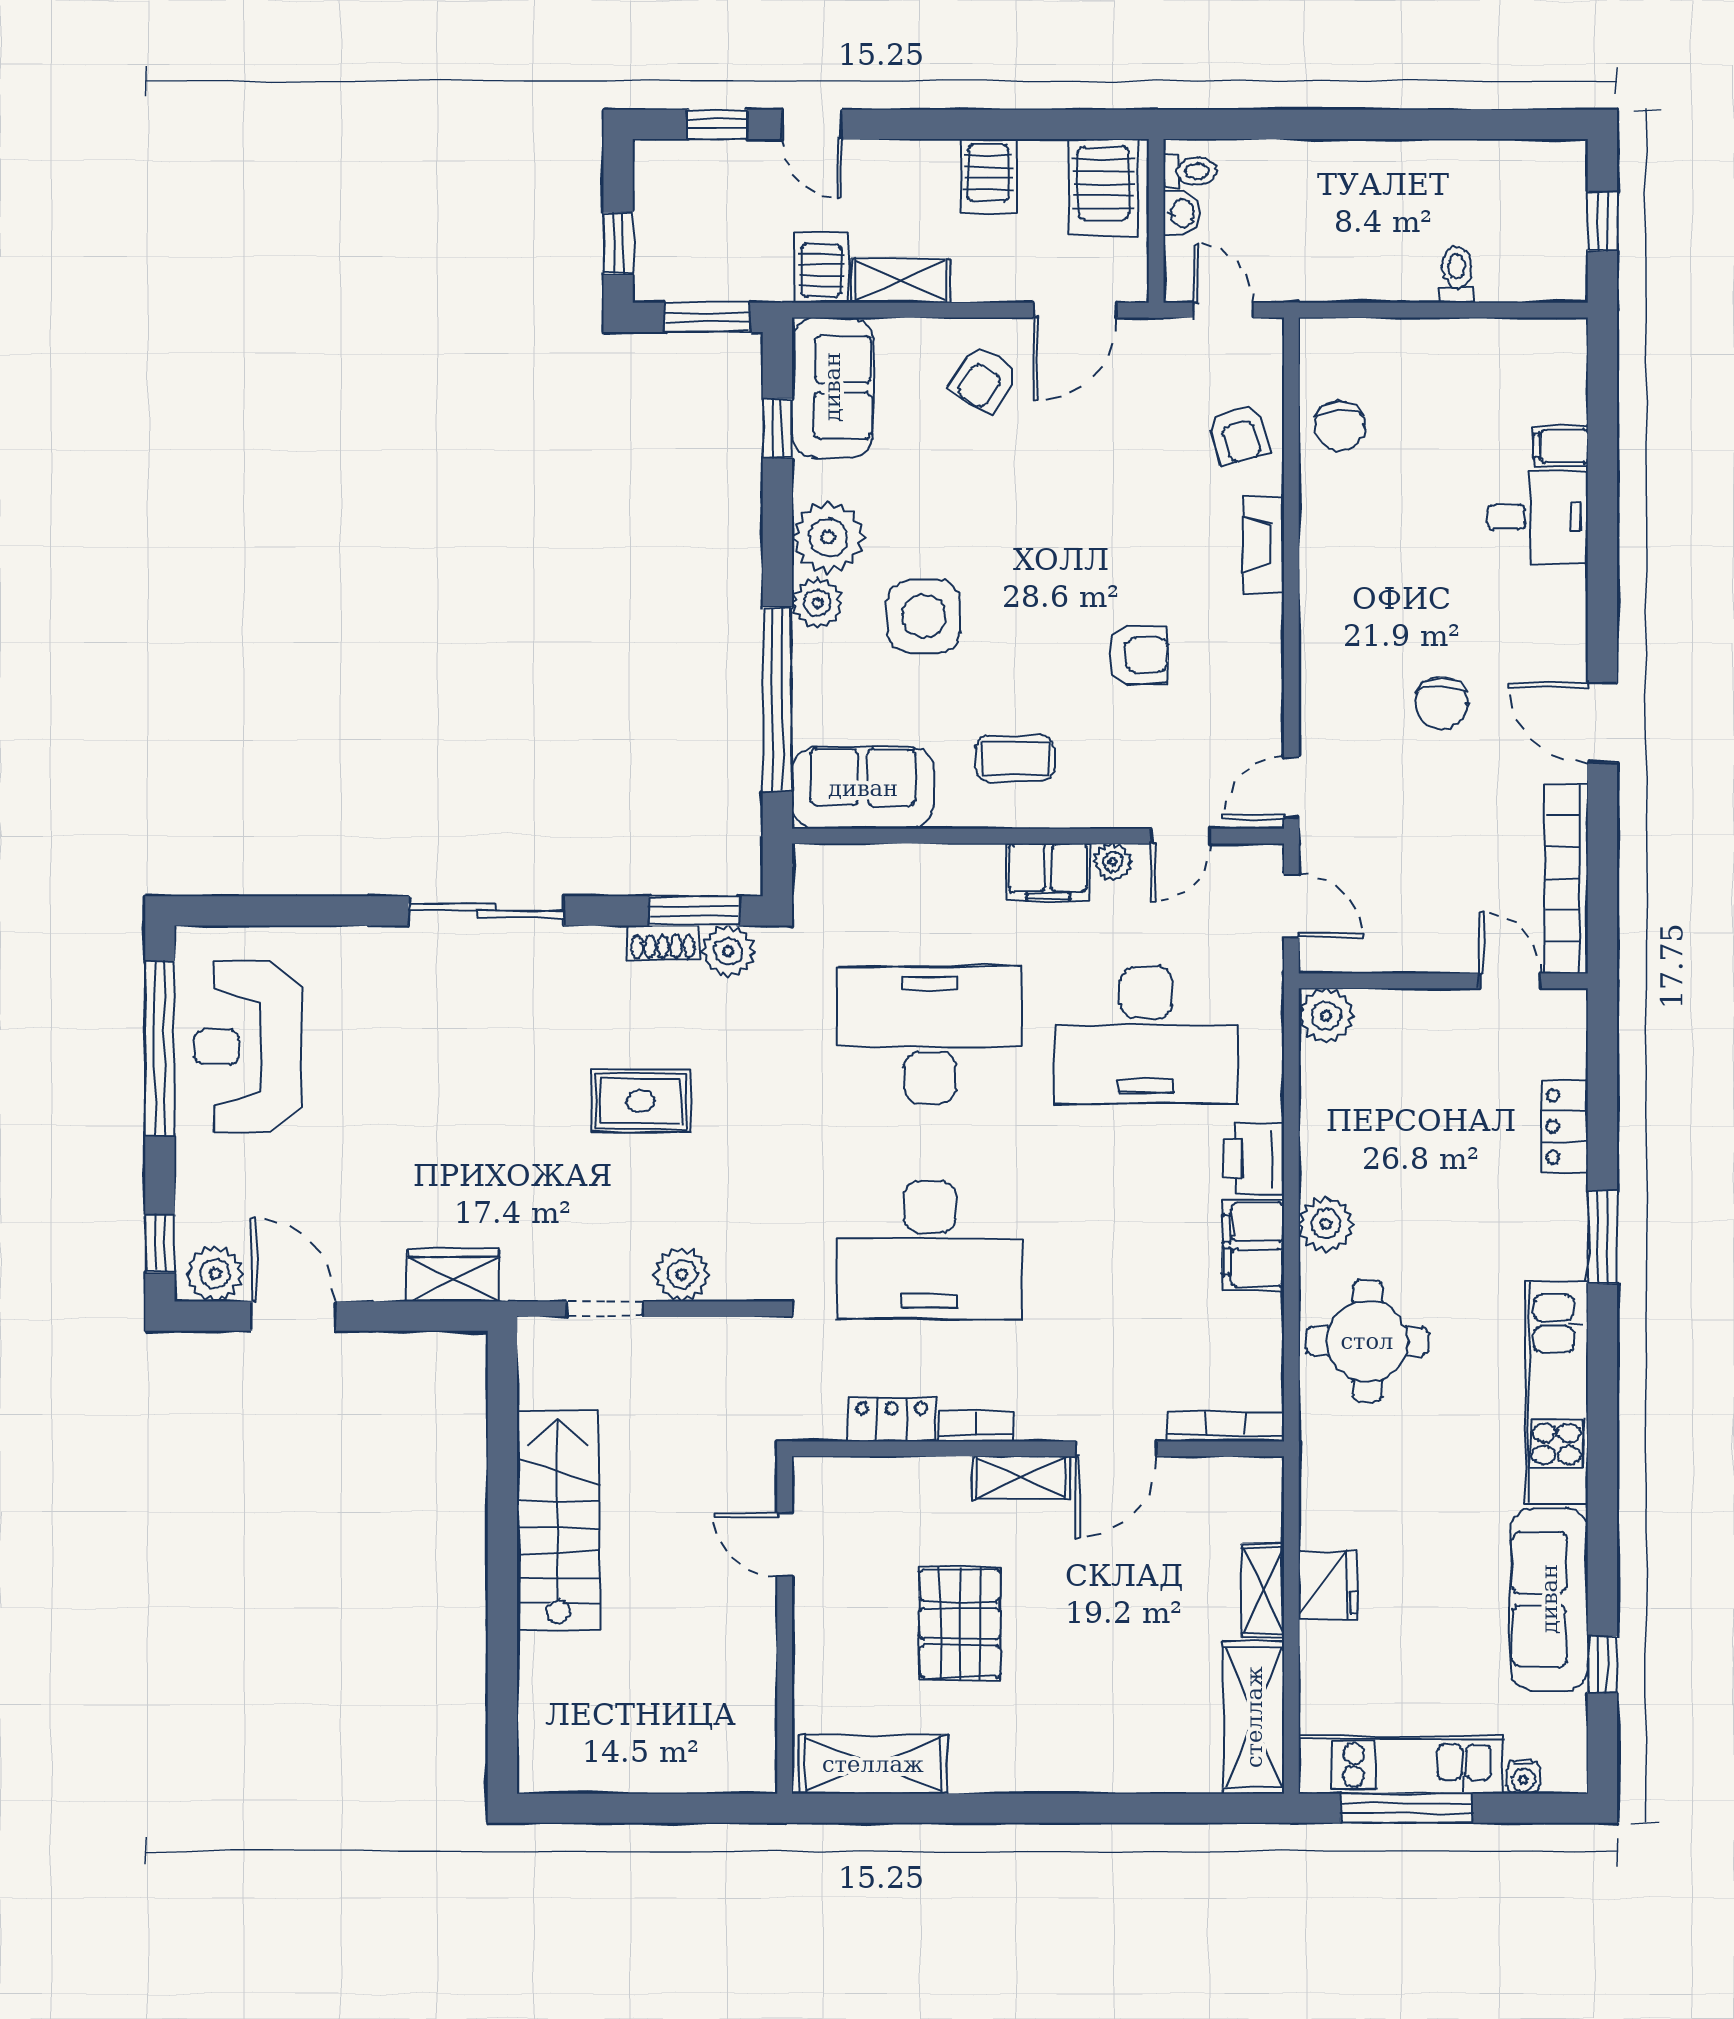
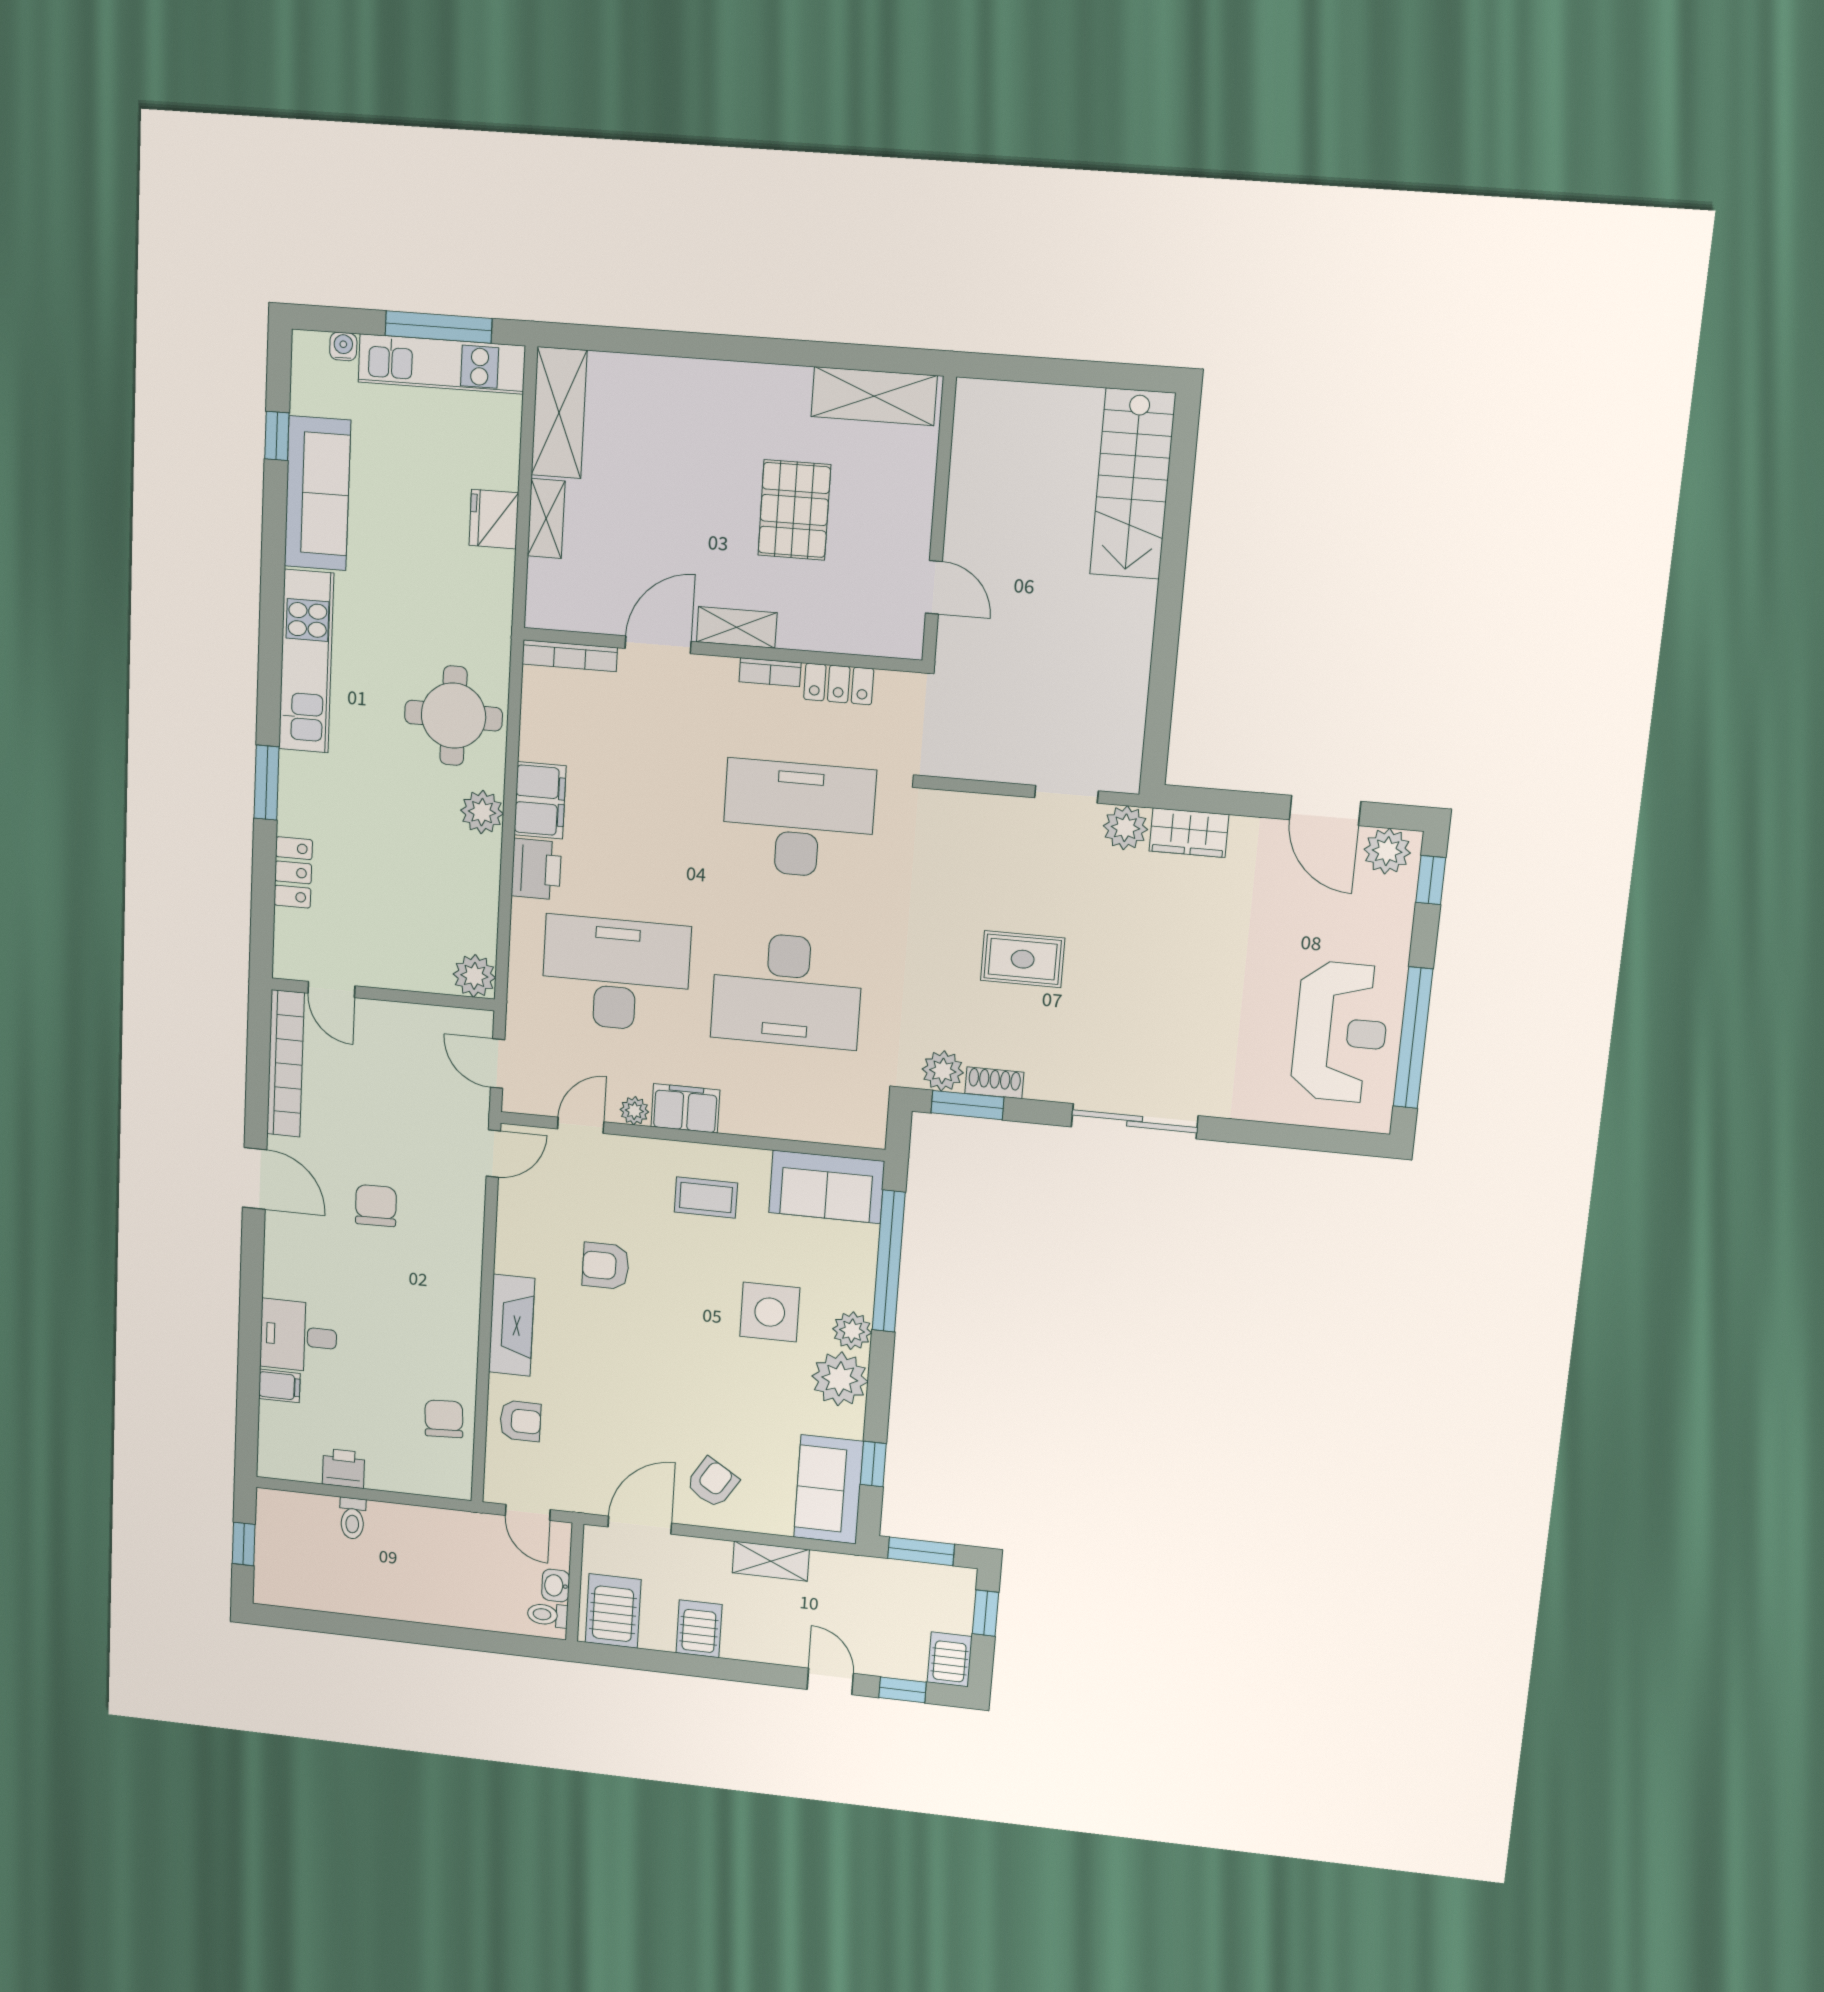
server rack: (821, 268) -> (950, 1659), moved, turned 180
printer: (1471, 342) -> (344, 1468), added
armchair: (1239, 434) -> (520, 1421), turned 106
fireplace: (1263, 545) -> (512, 1325), width x1.37, depth x1.32
plant: (682, 1274) -> (1125, 828), moved
stairs: (558, 1520) -> (1133, 484), moved

